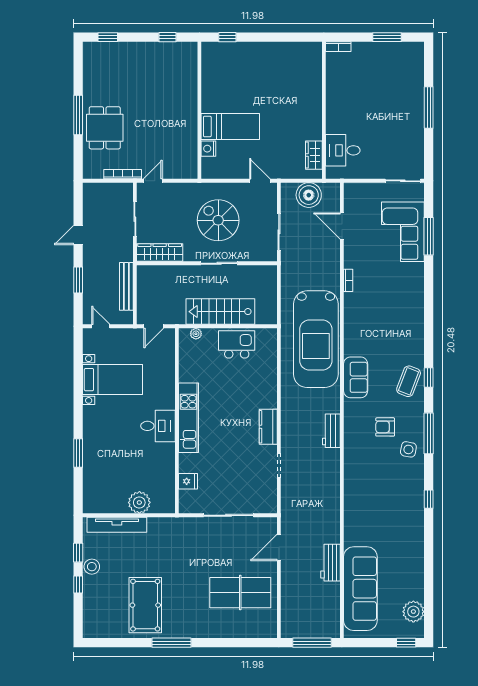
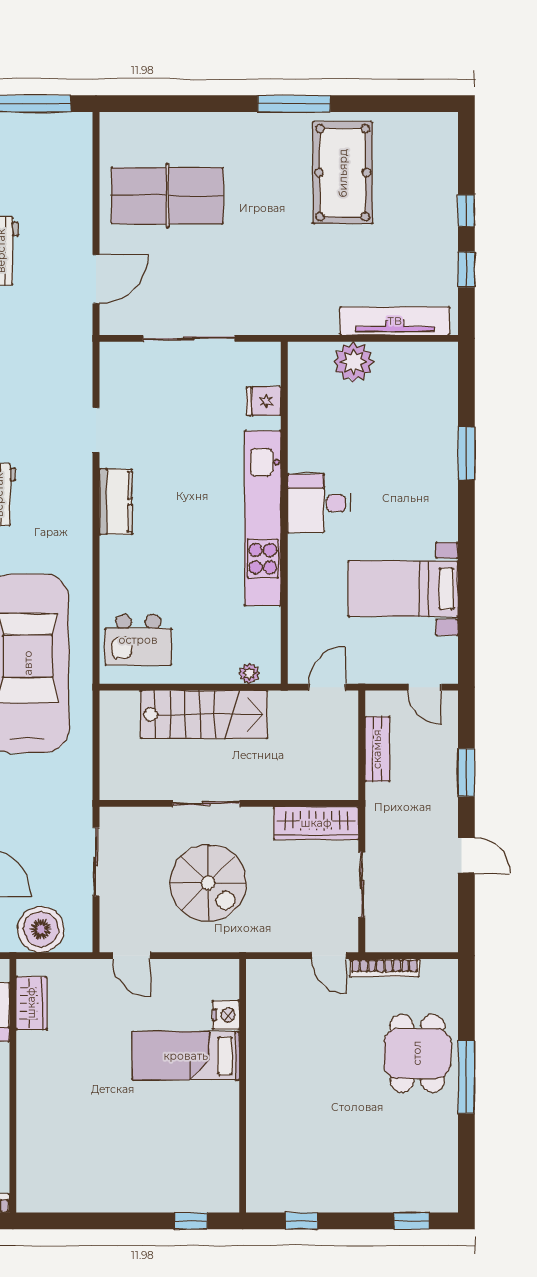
door: (153, 181) -> (329, 956), hinge flipped
door: (78, 235) -> (466, 855), hinge flipped
bench: (126, 286) -> (377, 749), width x0.73
kitchen island: (237, 344) -> (138, 640), moved
kitchen unit: (189, 418) -> (263, 518), width x1.36
stool: (92, 567) -> (441, 244), removed

